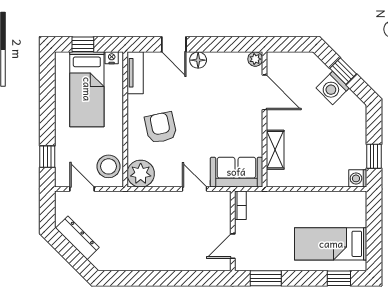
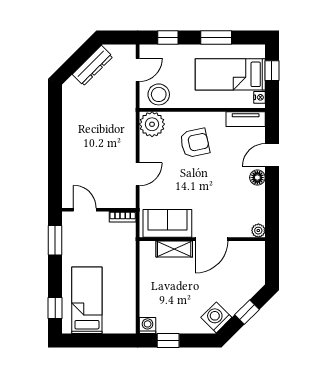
washing machine: (333, 88) -> (216, 317), moved
door: (264, 92) -> (212, 239), moved
window: (47, 104) -> (216, 38), added
sofa: (236, 172) -> (167, 223), moved, turned -90

